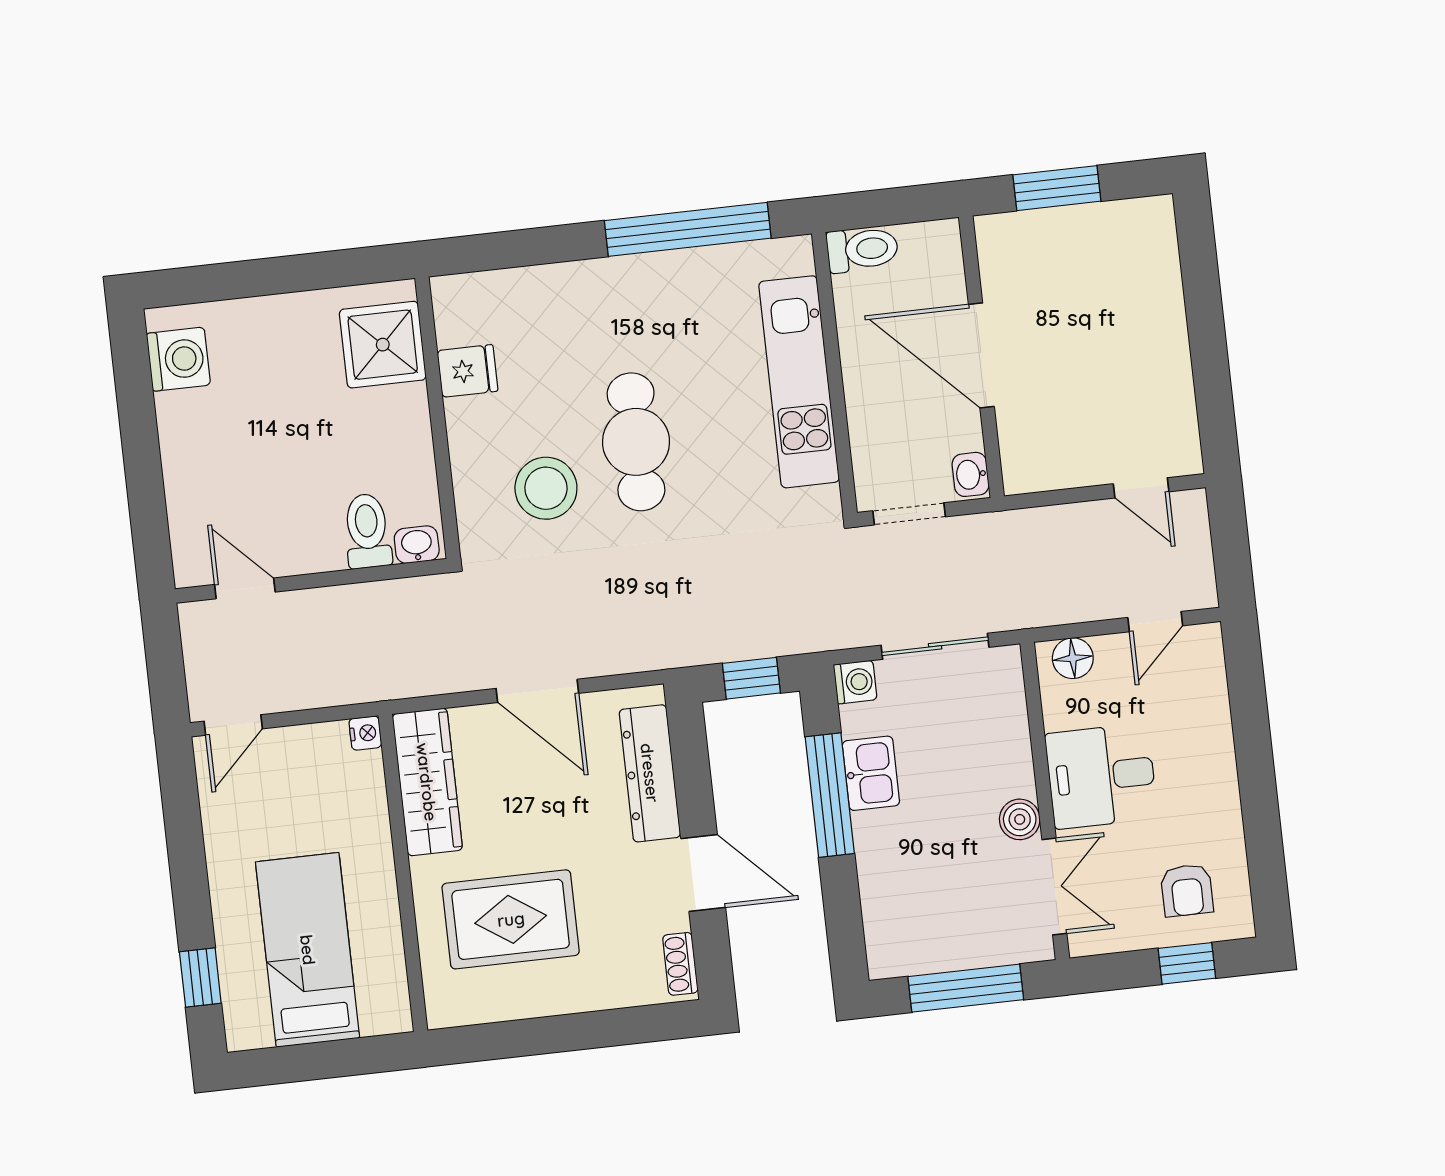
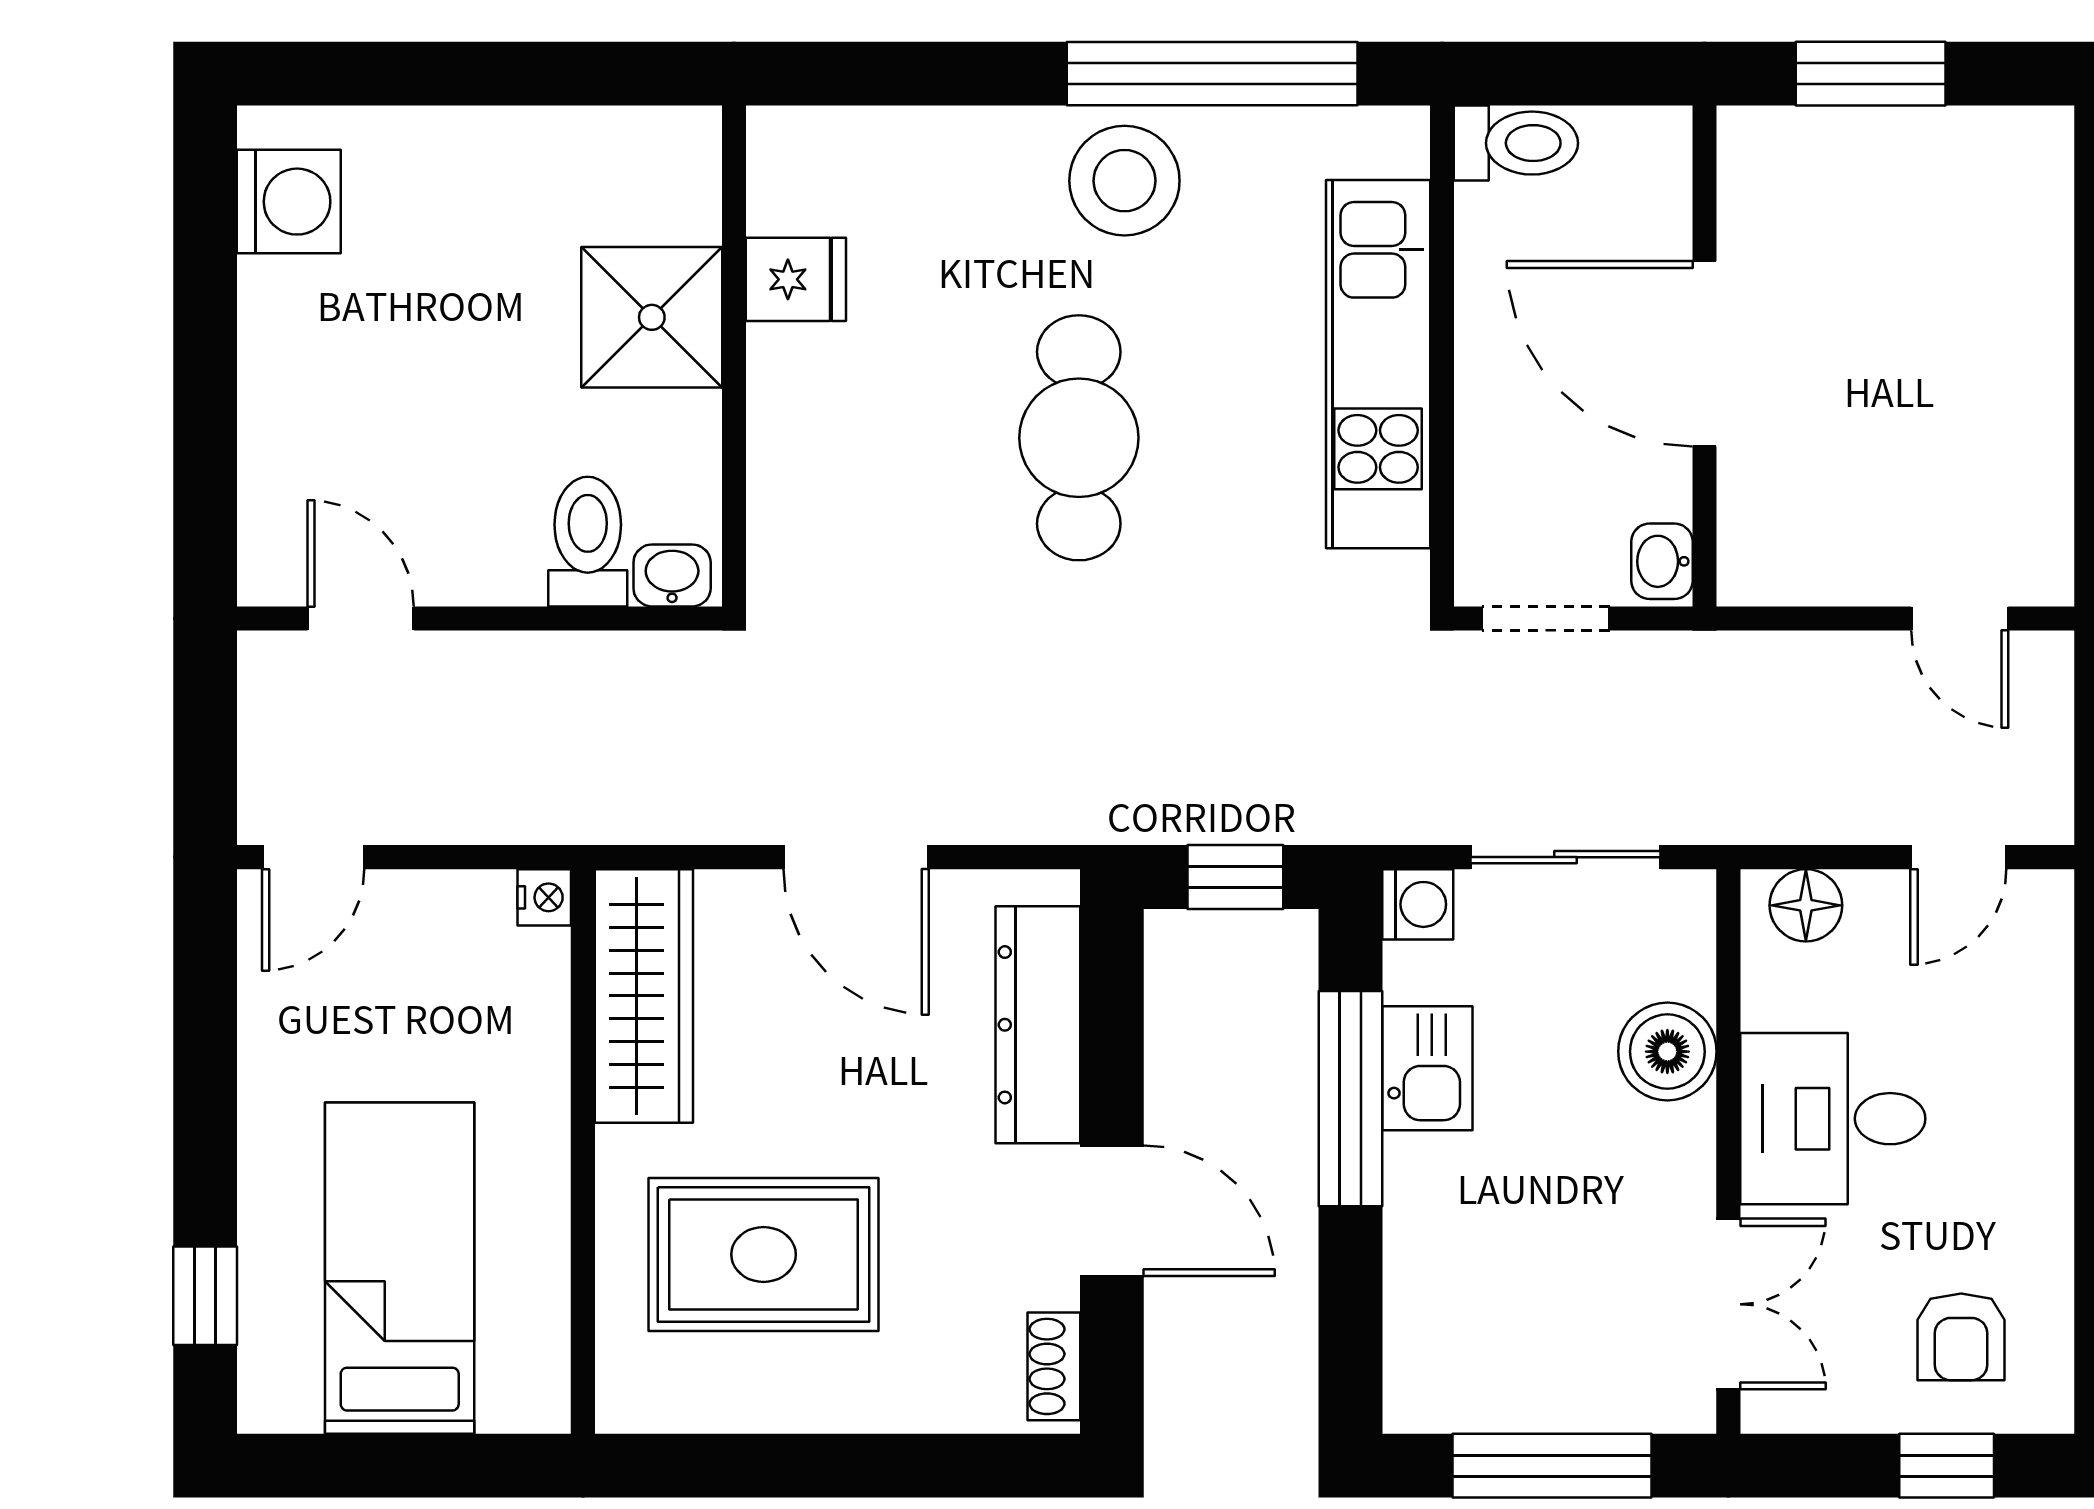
shower: (383, 345) -> (652, 317), moved
stool: (546, 488) -> (1124, 181), moved
boiler: (1020, 819) -> (1667, 1052), moved, width x1.36, depth x1.36

